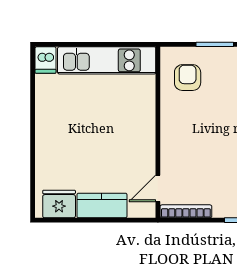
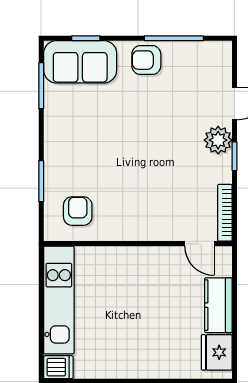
armchair: (188, 78) -> (78, 211), turned 90

